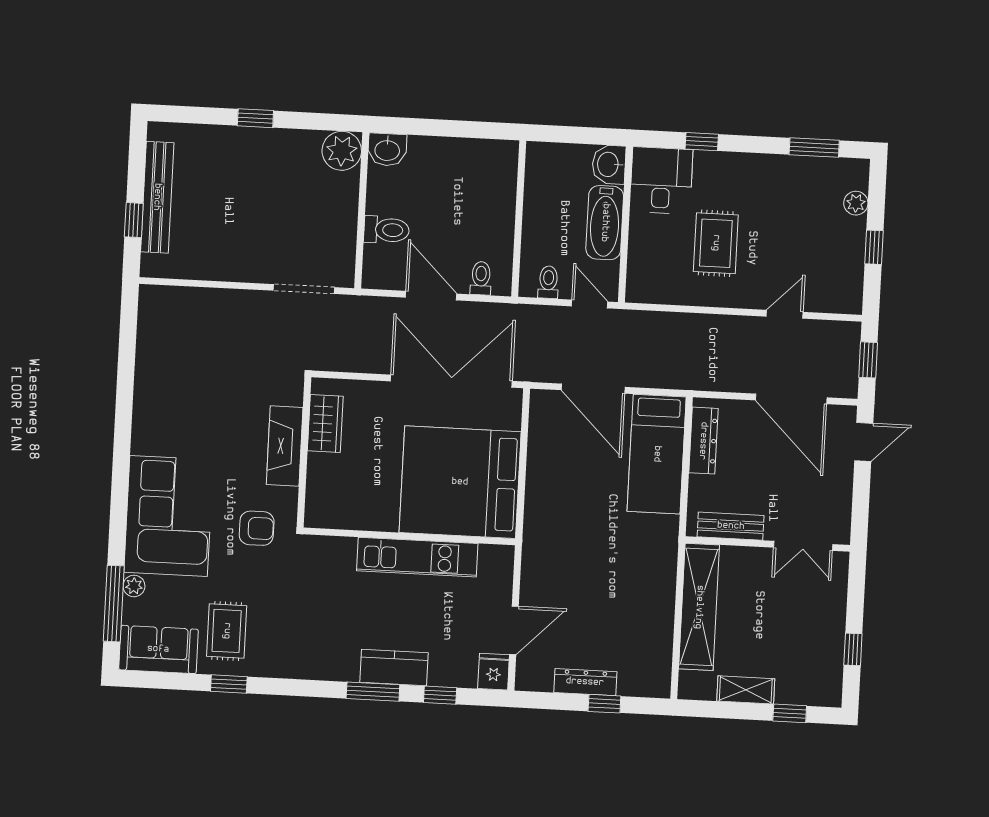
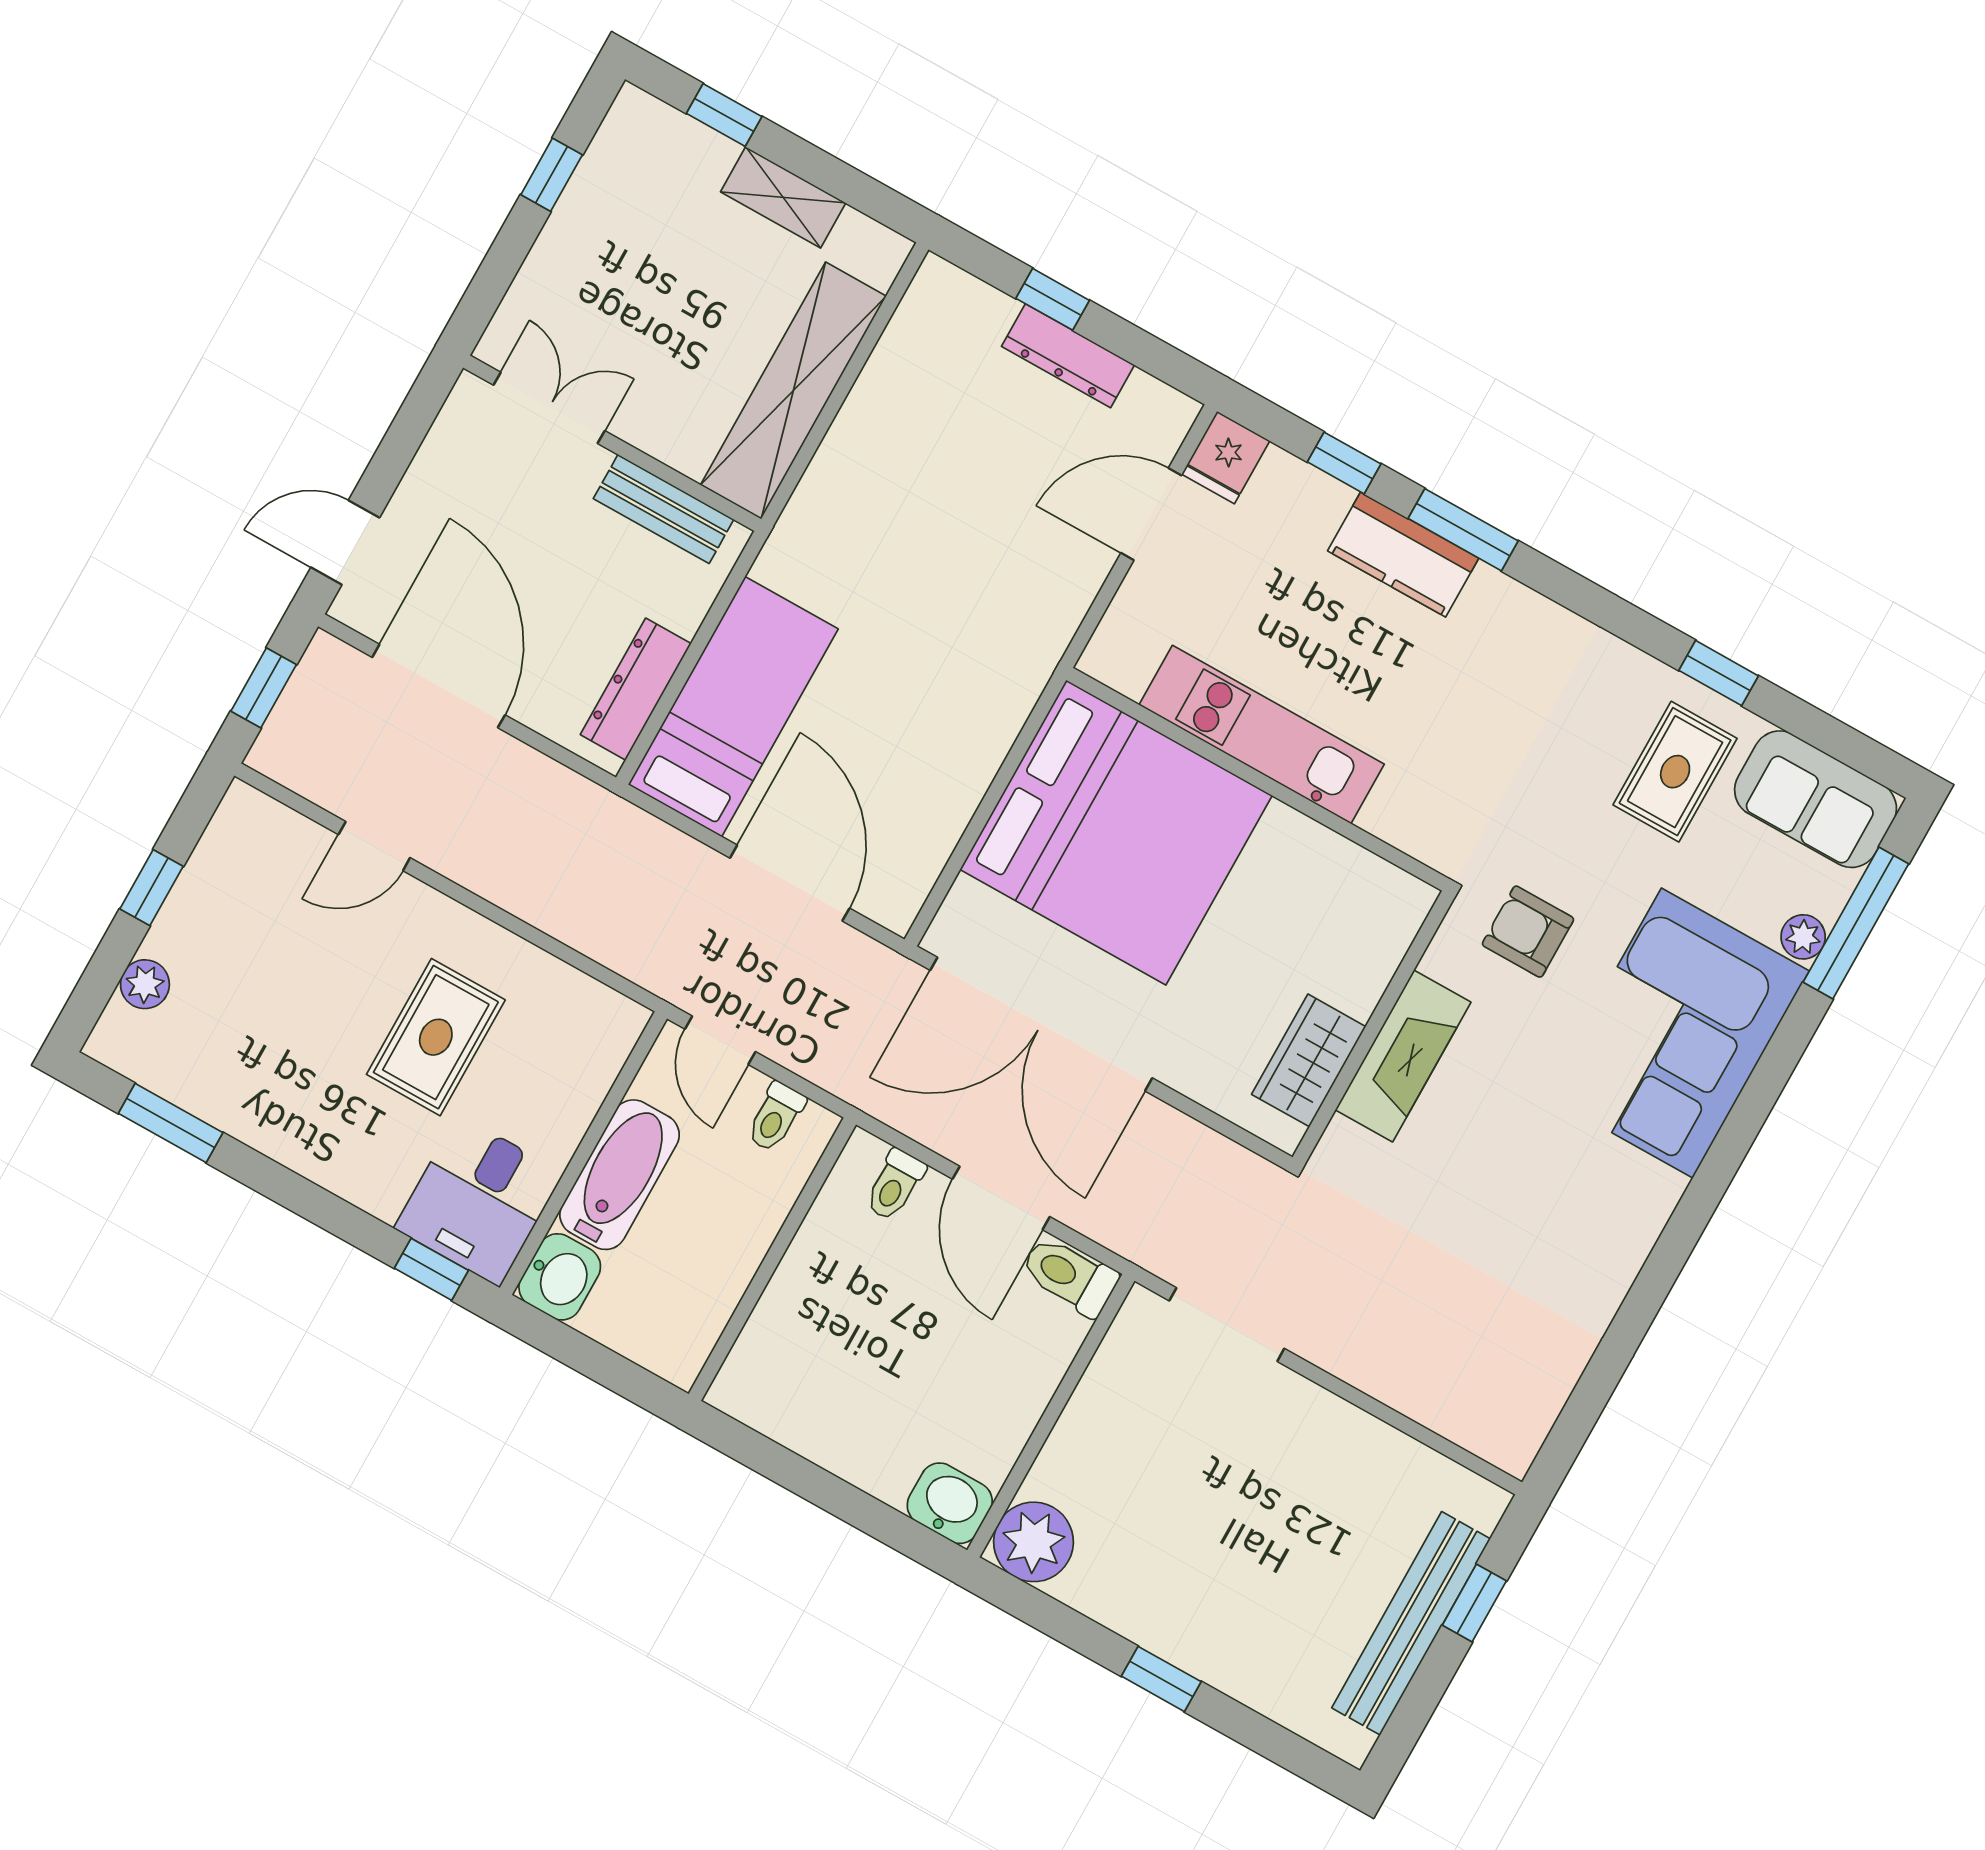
window: (702, 142) -> (431, 1269), moved
toilet: (386, 230) -> (1069, 1276), moved

